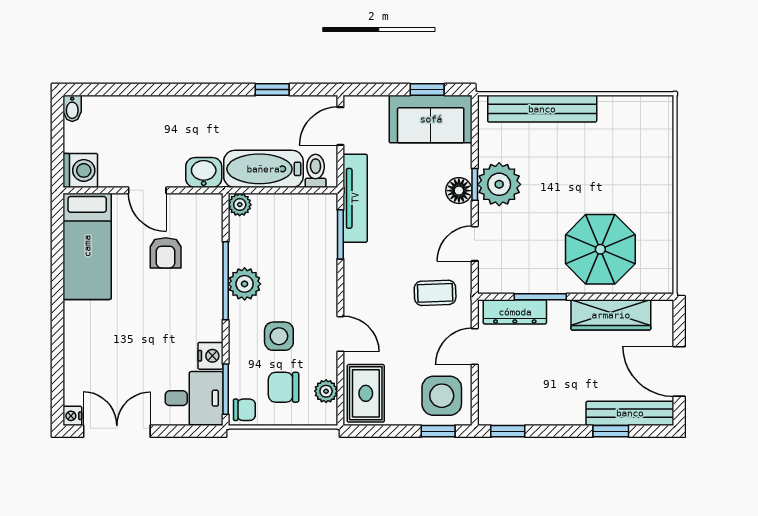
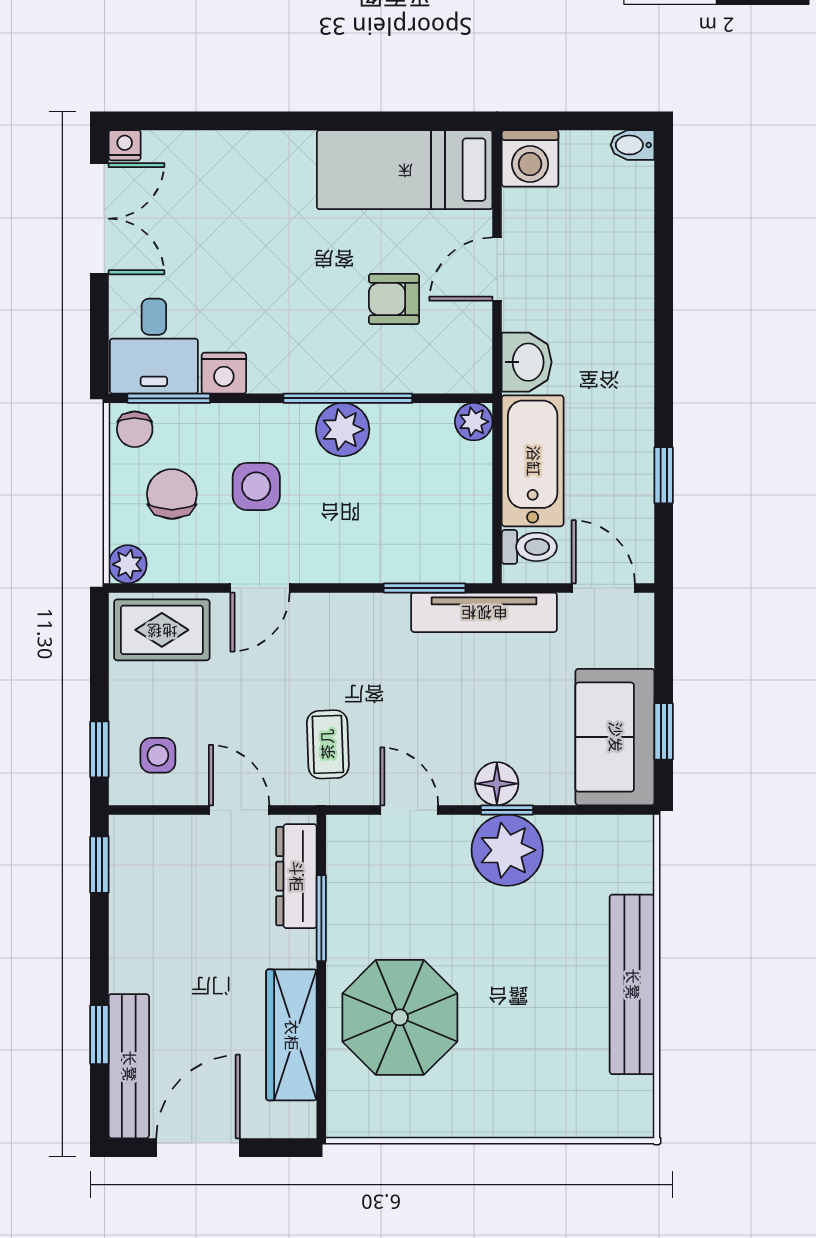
bench: (542, 109) -> (632, 984), moved
plant: (326, 391) -> (128, 564), moved
side table: (442, 396) -> (158, 755), width x0.54, depth x0.54

